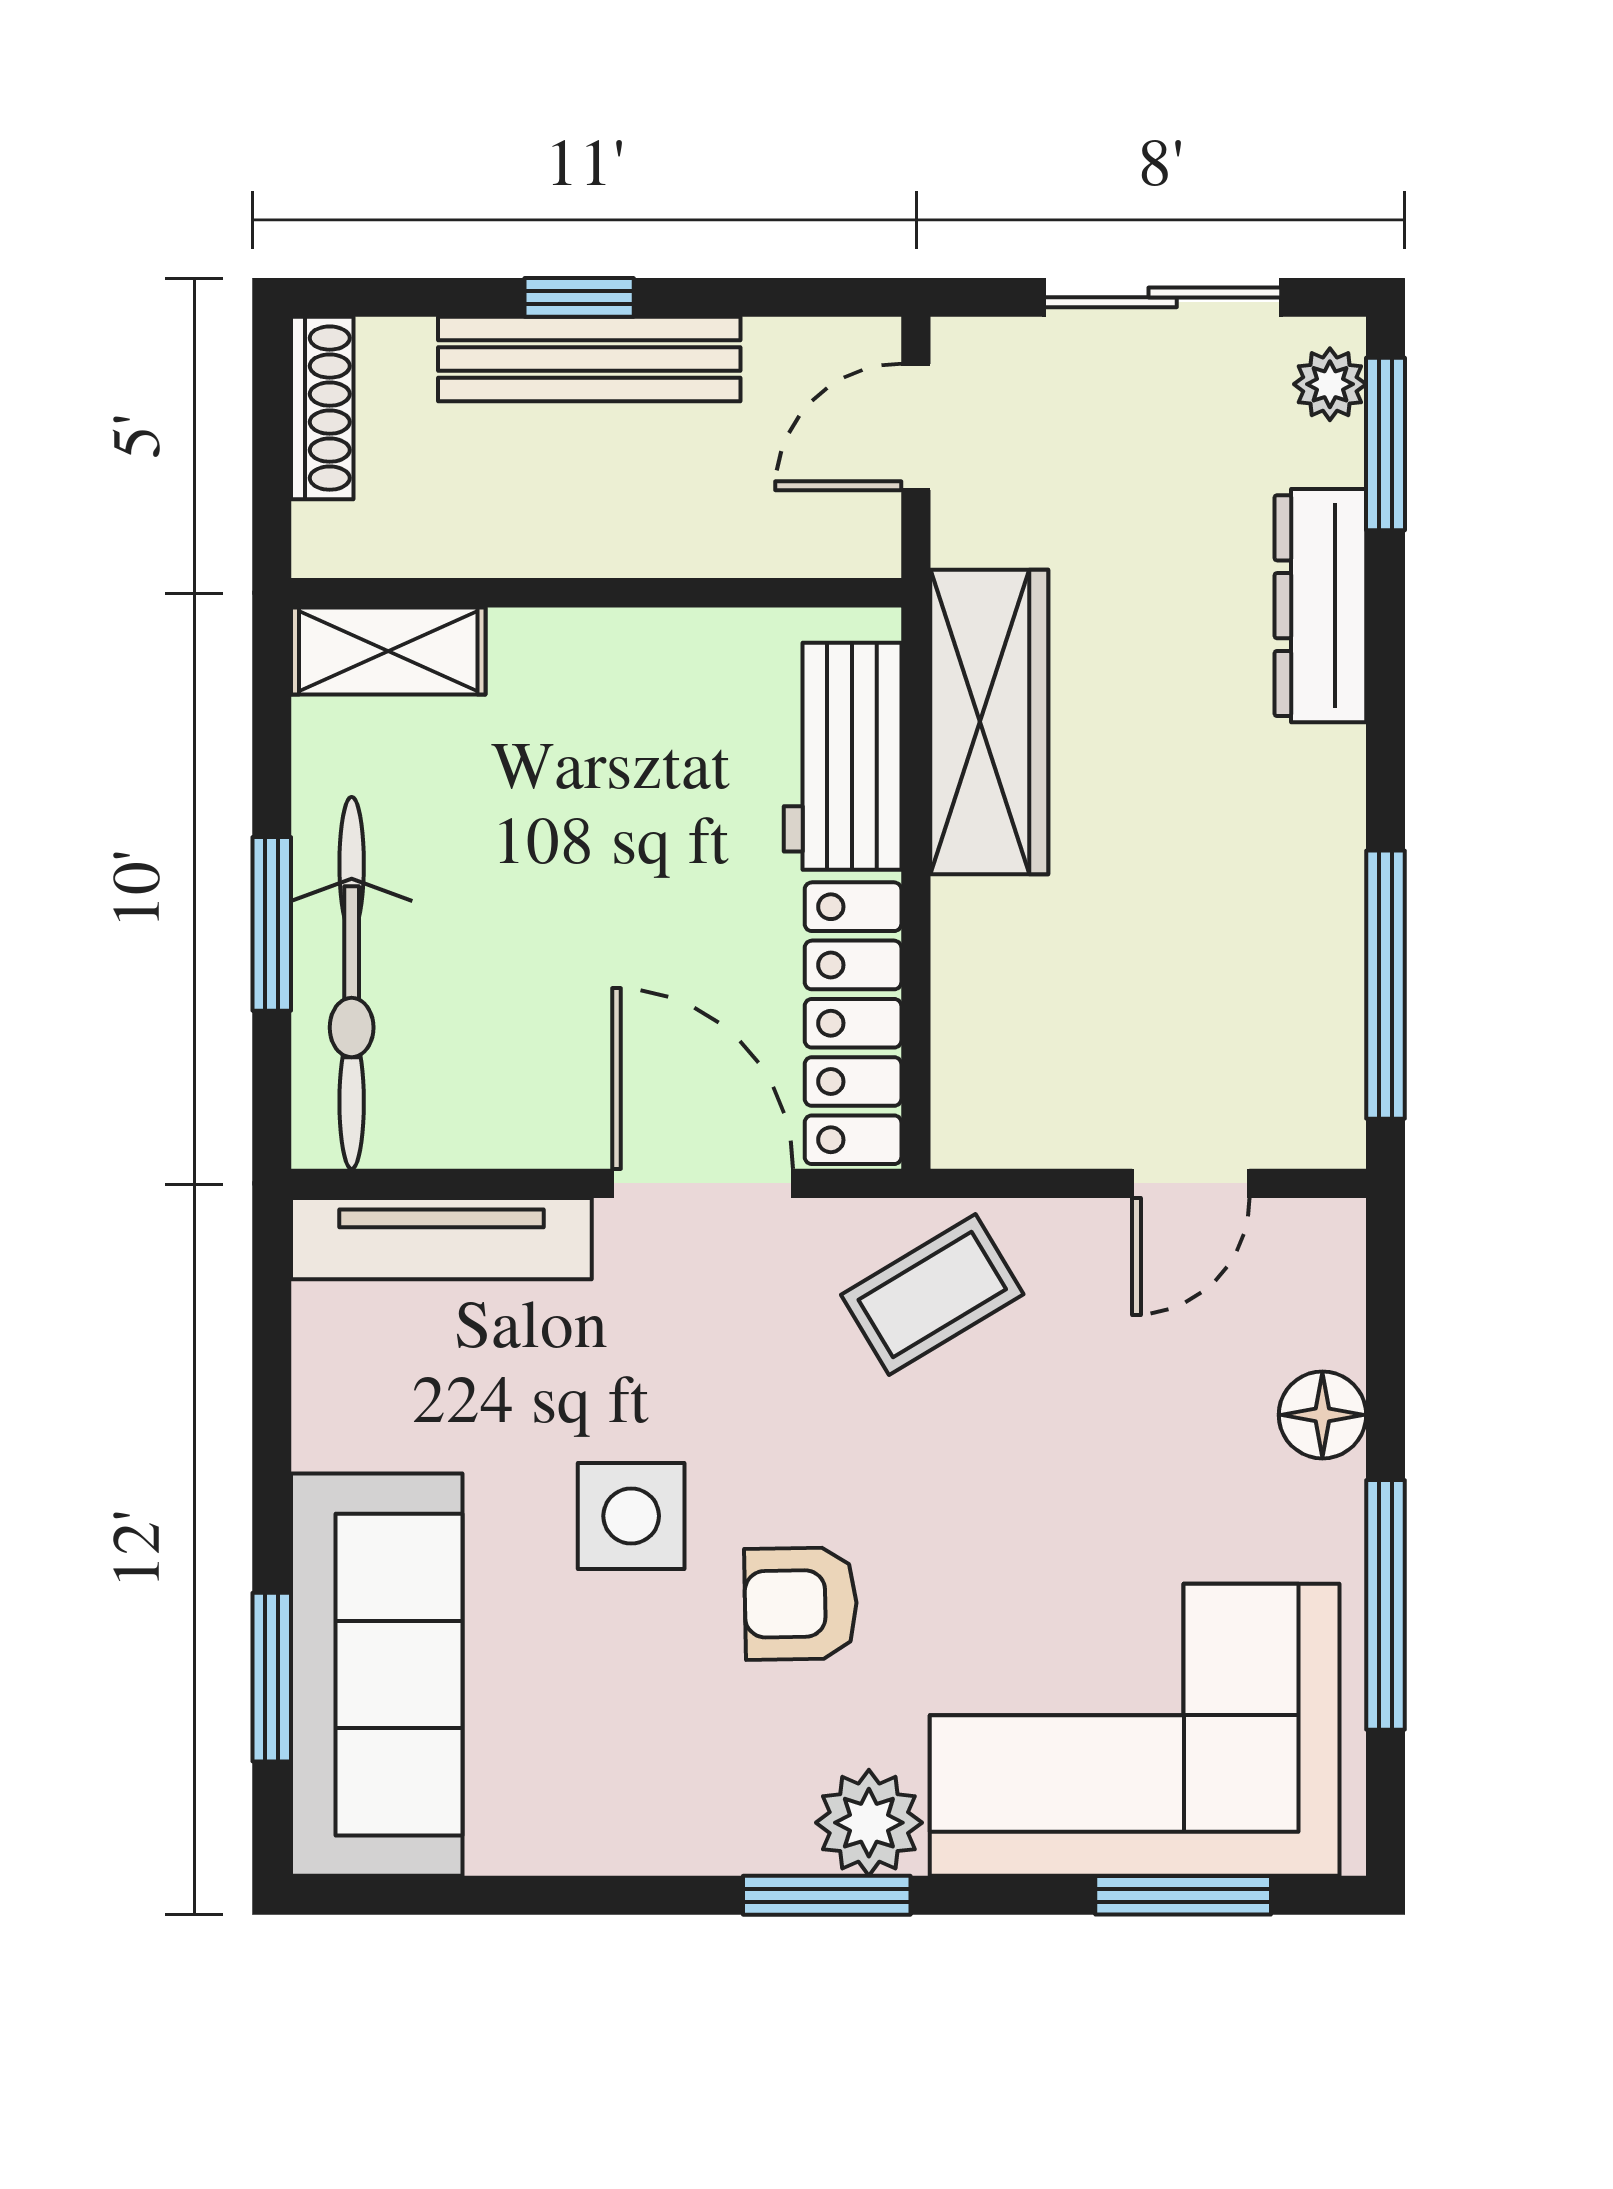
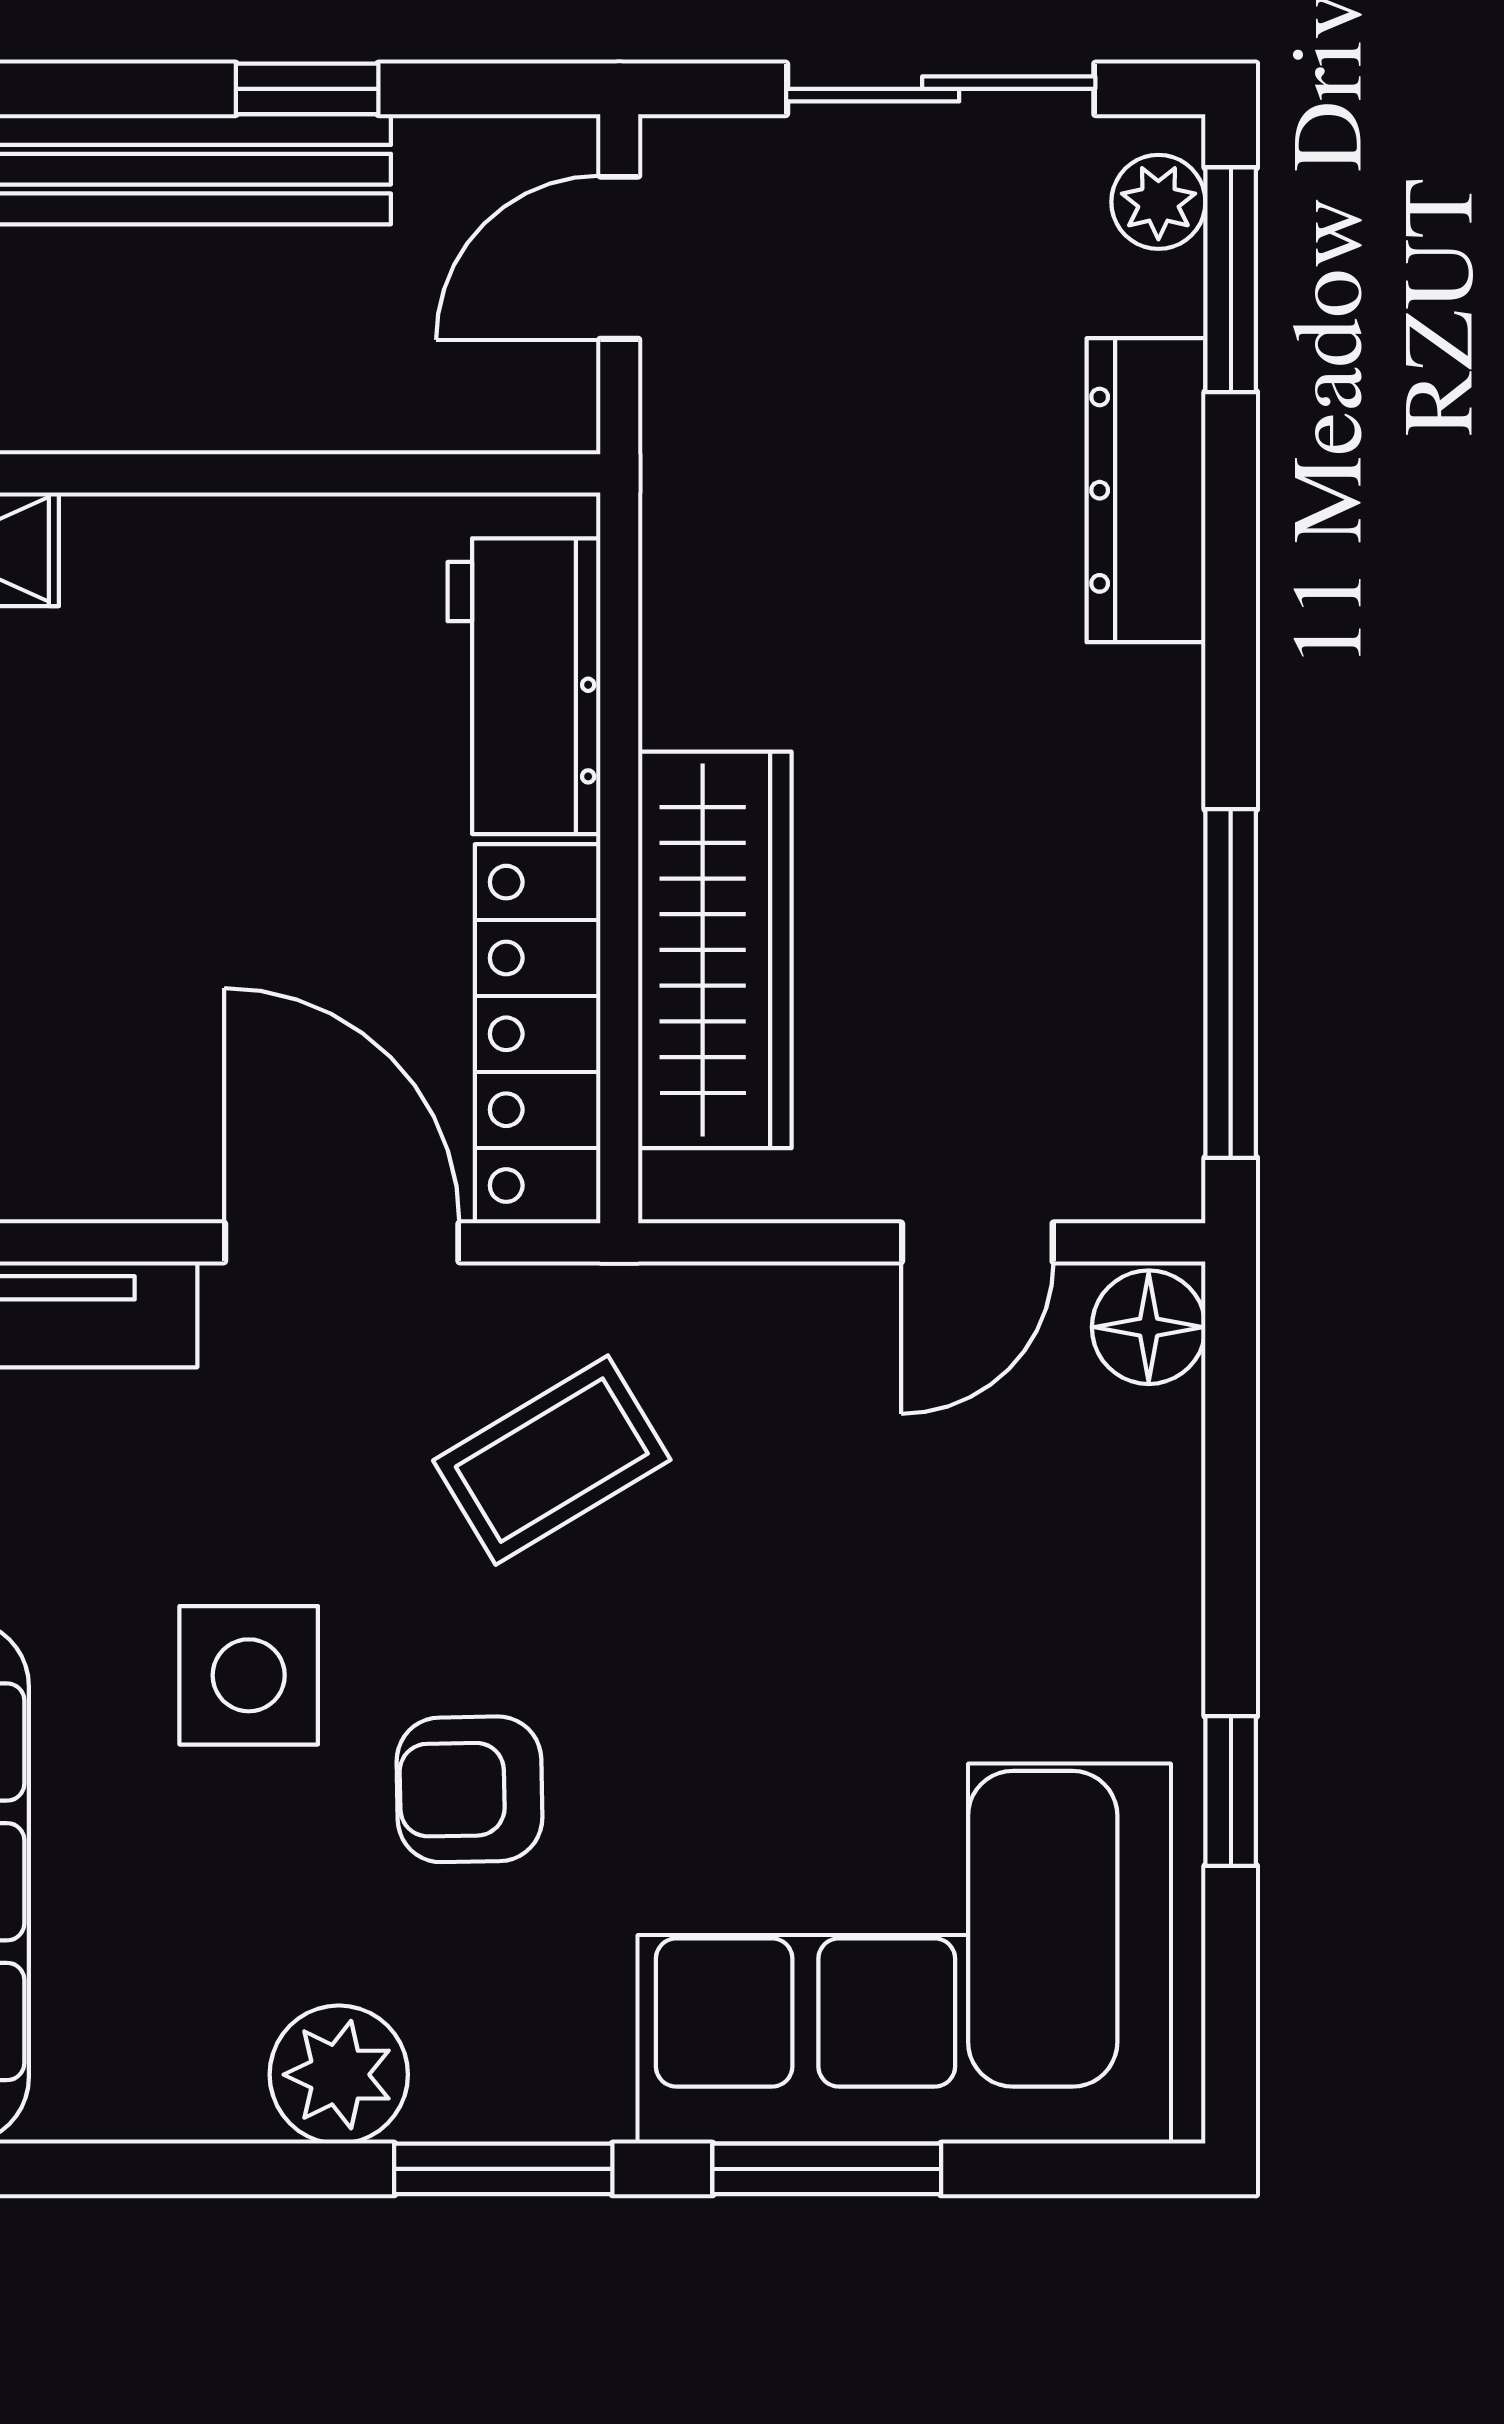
window: (579, 297) -> (307, 89), moved
wardrobe: (989, 722) -> (715, 950), moved
coffee table: (932, 1295) -> (552, 1460), moved
floor lamp: (1322, 1415) -> (1149, 1327), moved
window: (1385, 1605) -> (1231, 1791), width x0.46
plant: (869, 1823) -> (339, 2075), moved
window: (1183, 1895) -> (827, 2169), moved

